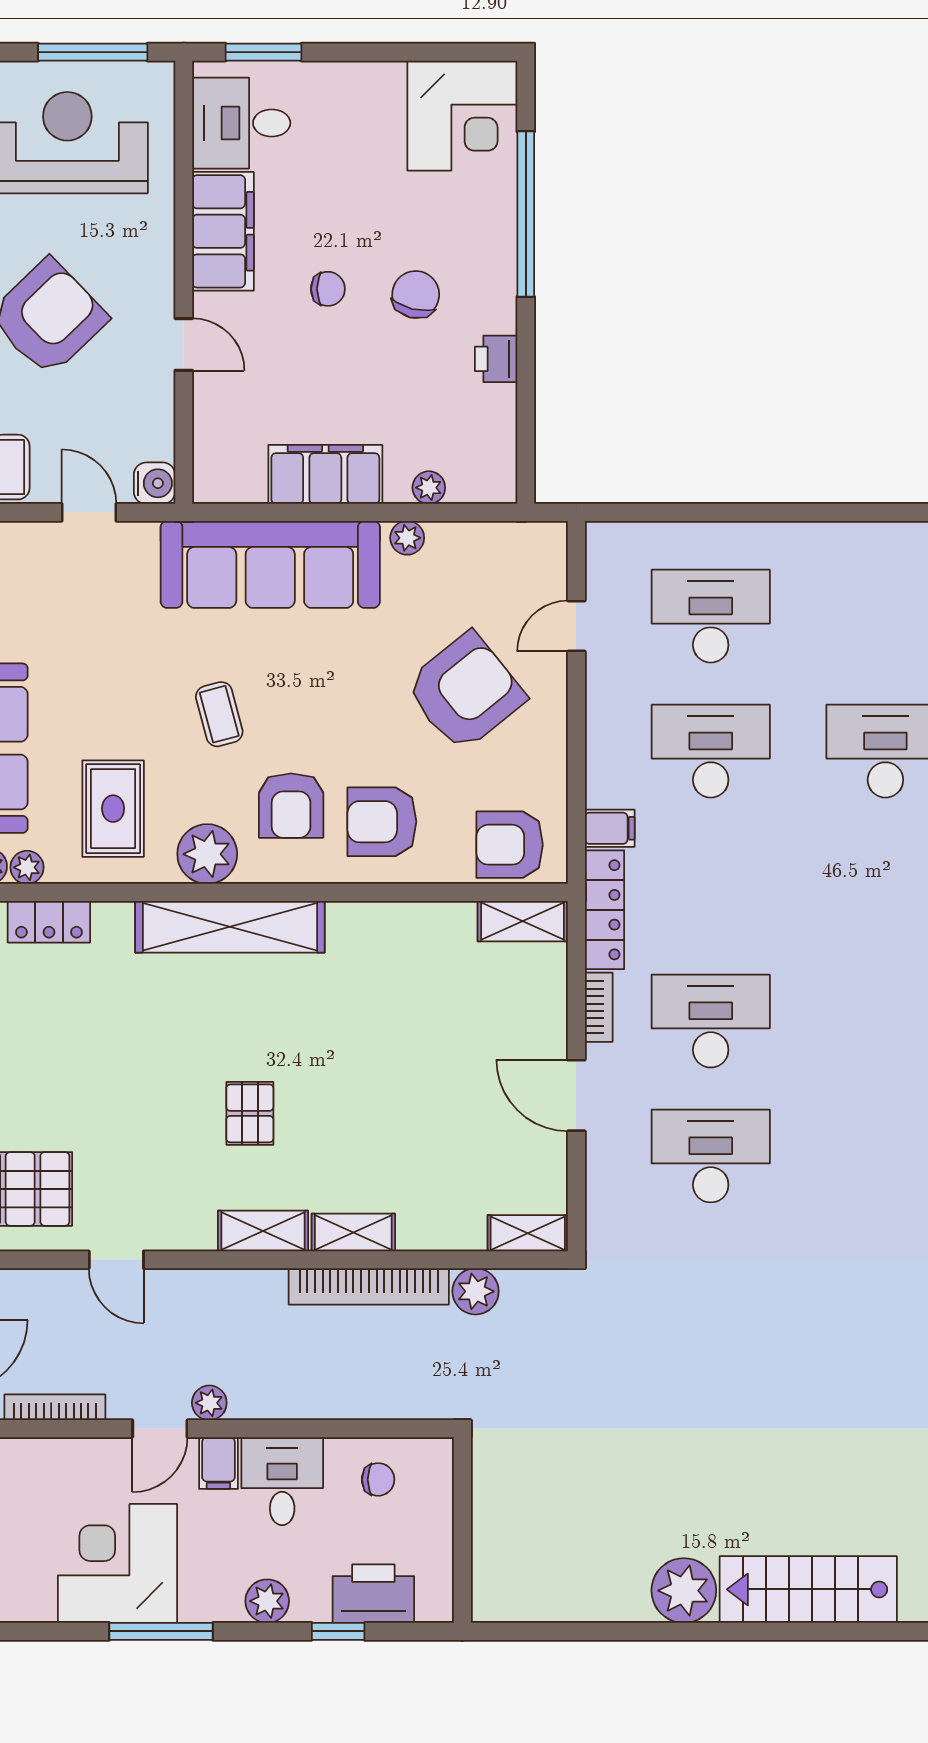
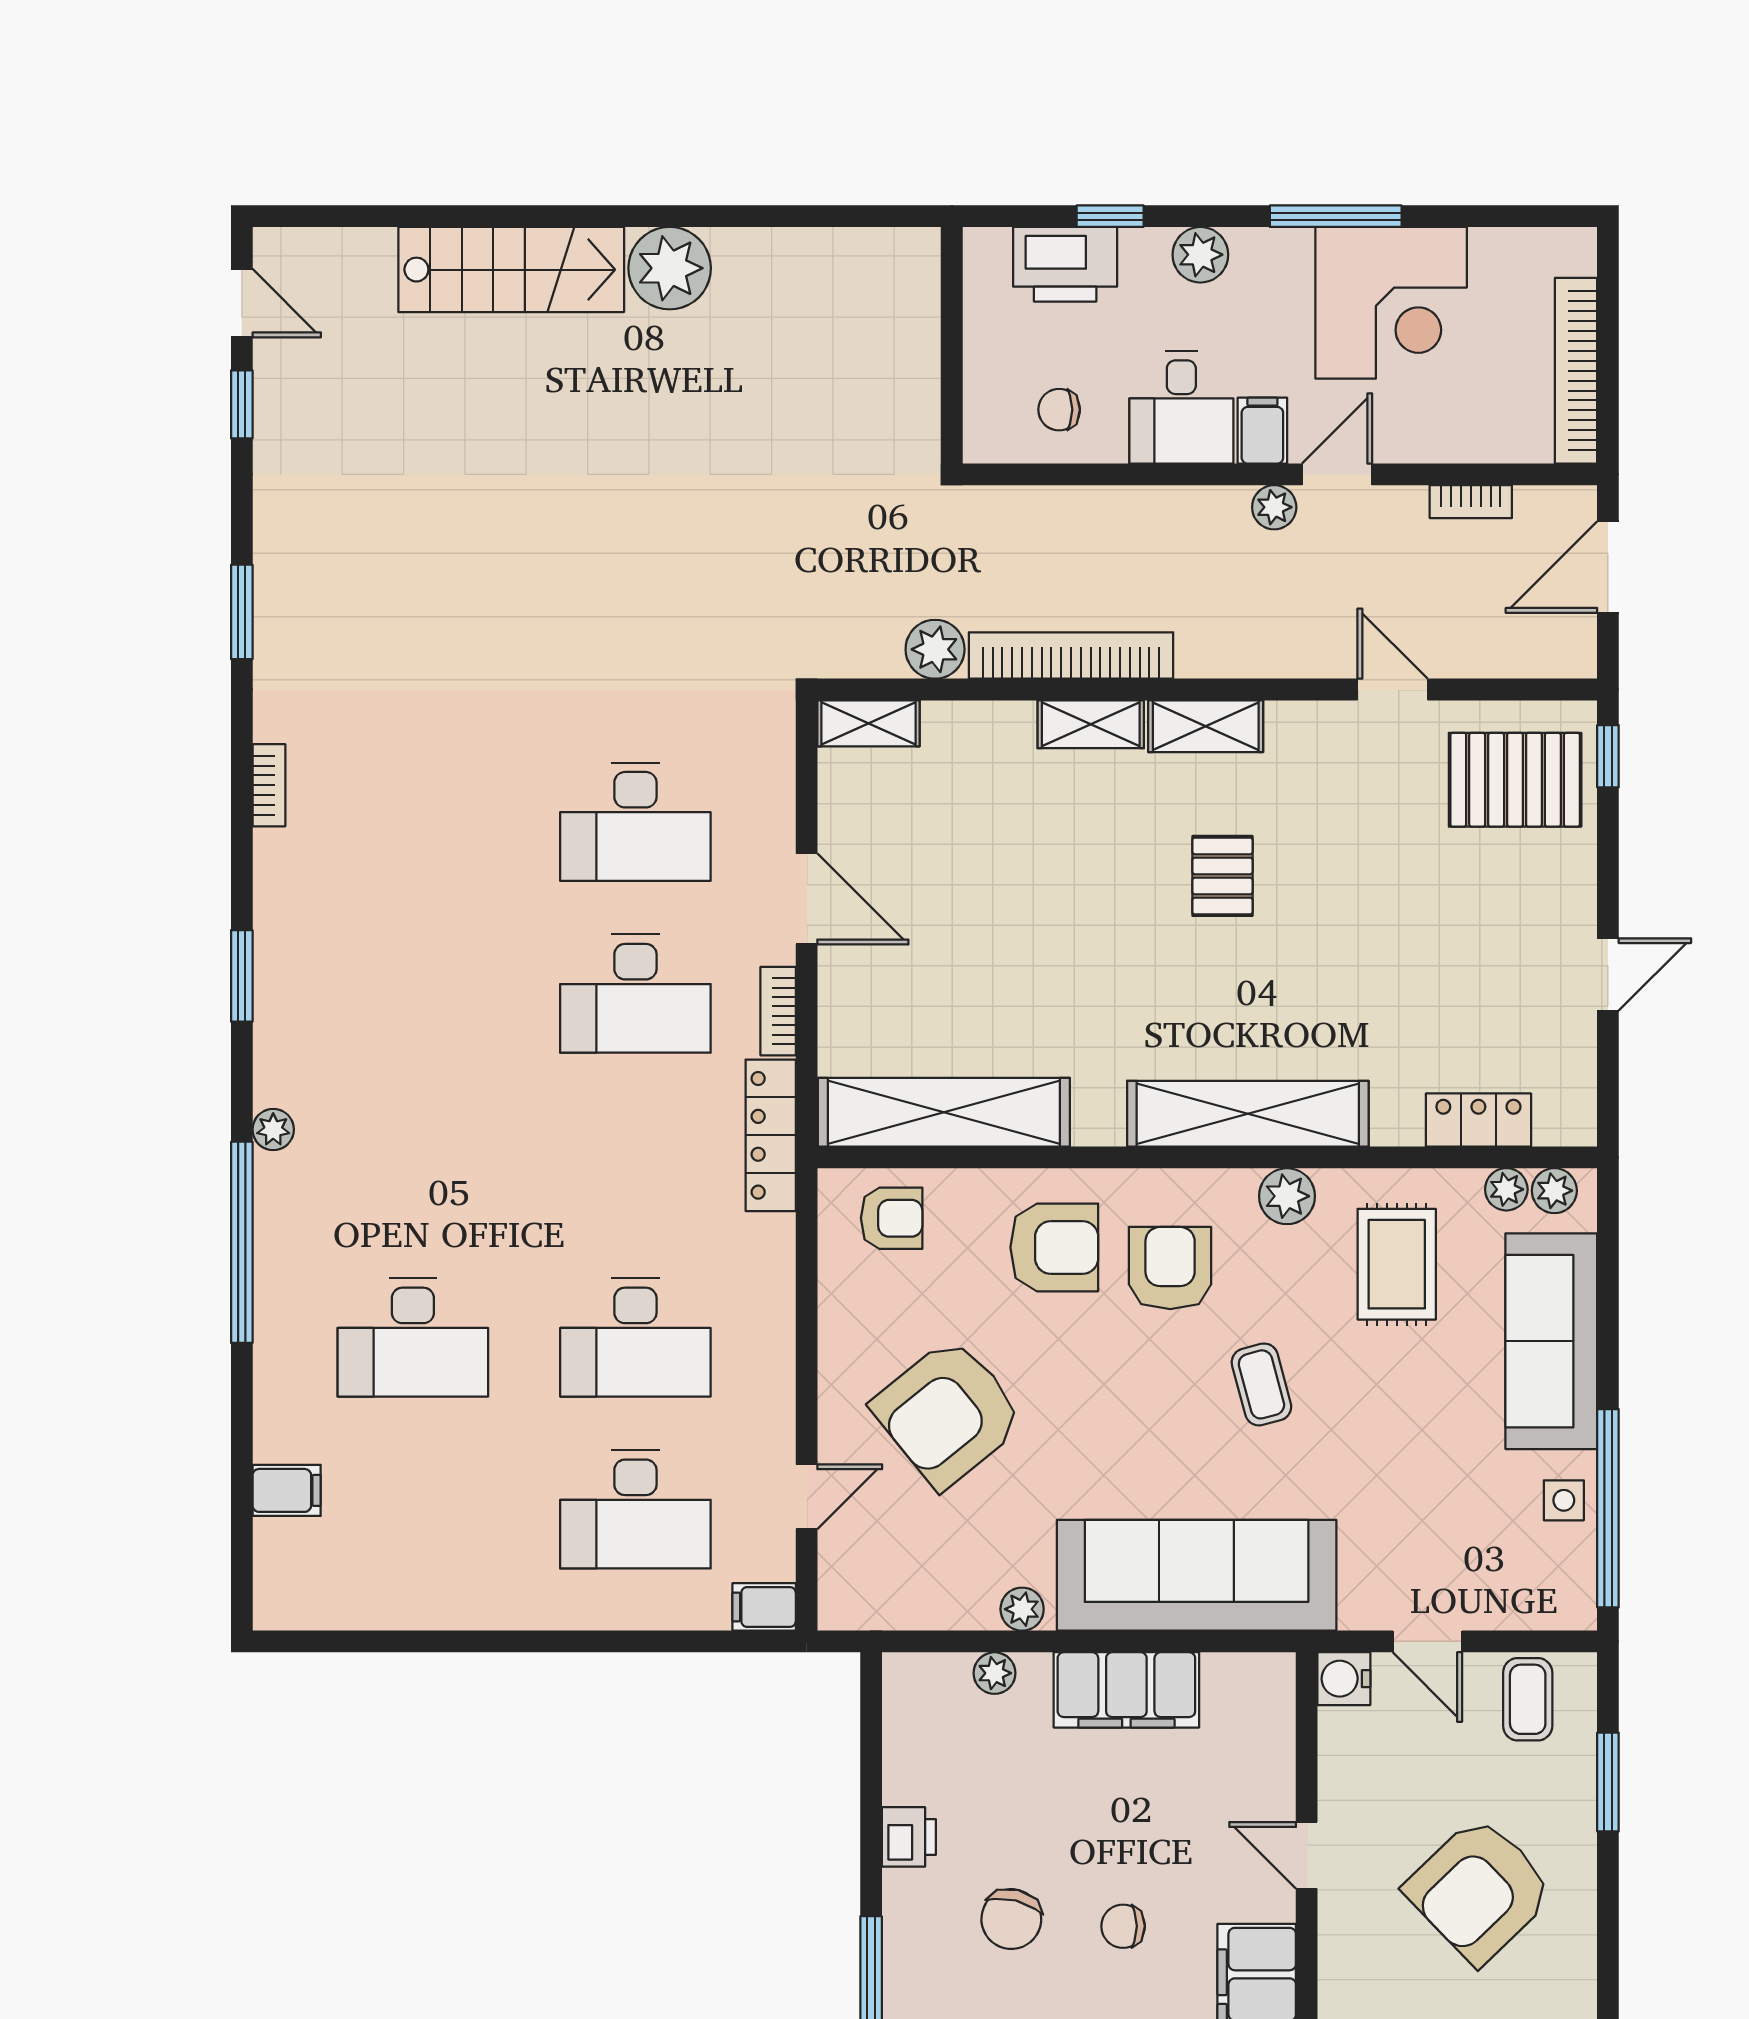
filing cabinet: (610, 828) -> (764, 1607), moved
armchair: (510, 845) -> (892, 1218), width x0.72, depth x0.72
plant: (207, 854) -> (1287, 1196), width x0.73, depth x0.73
shelving: (523, 921) -> (944, 1112), width x2.20, depth x1.33
bookcase: (55, 1407) -> (1471, 502), width x0.64

